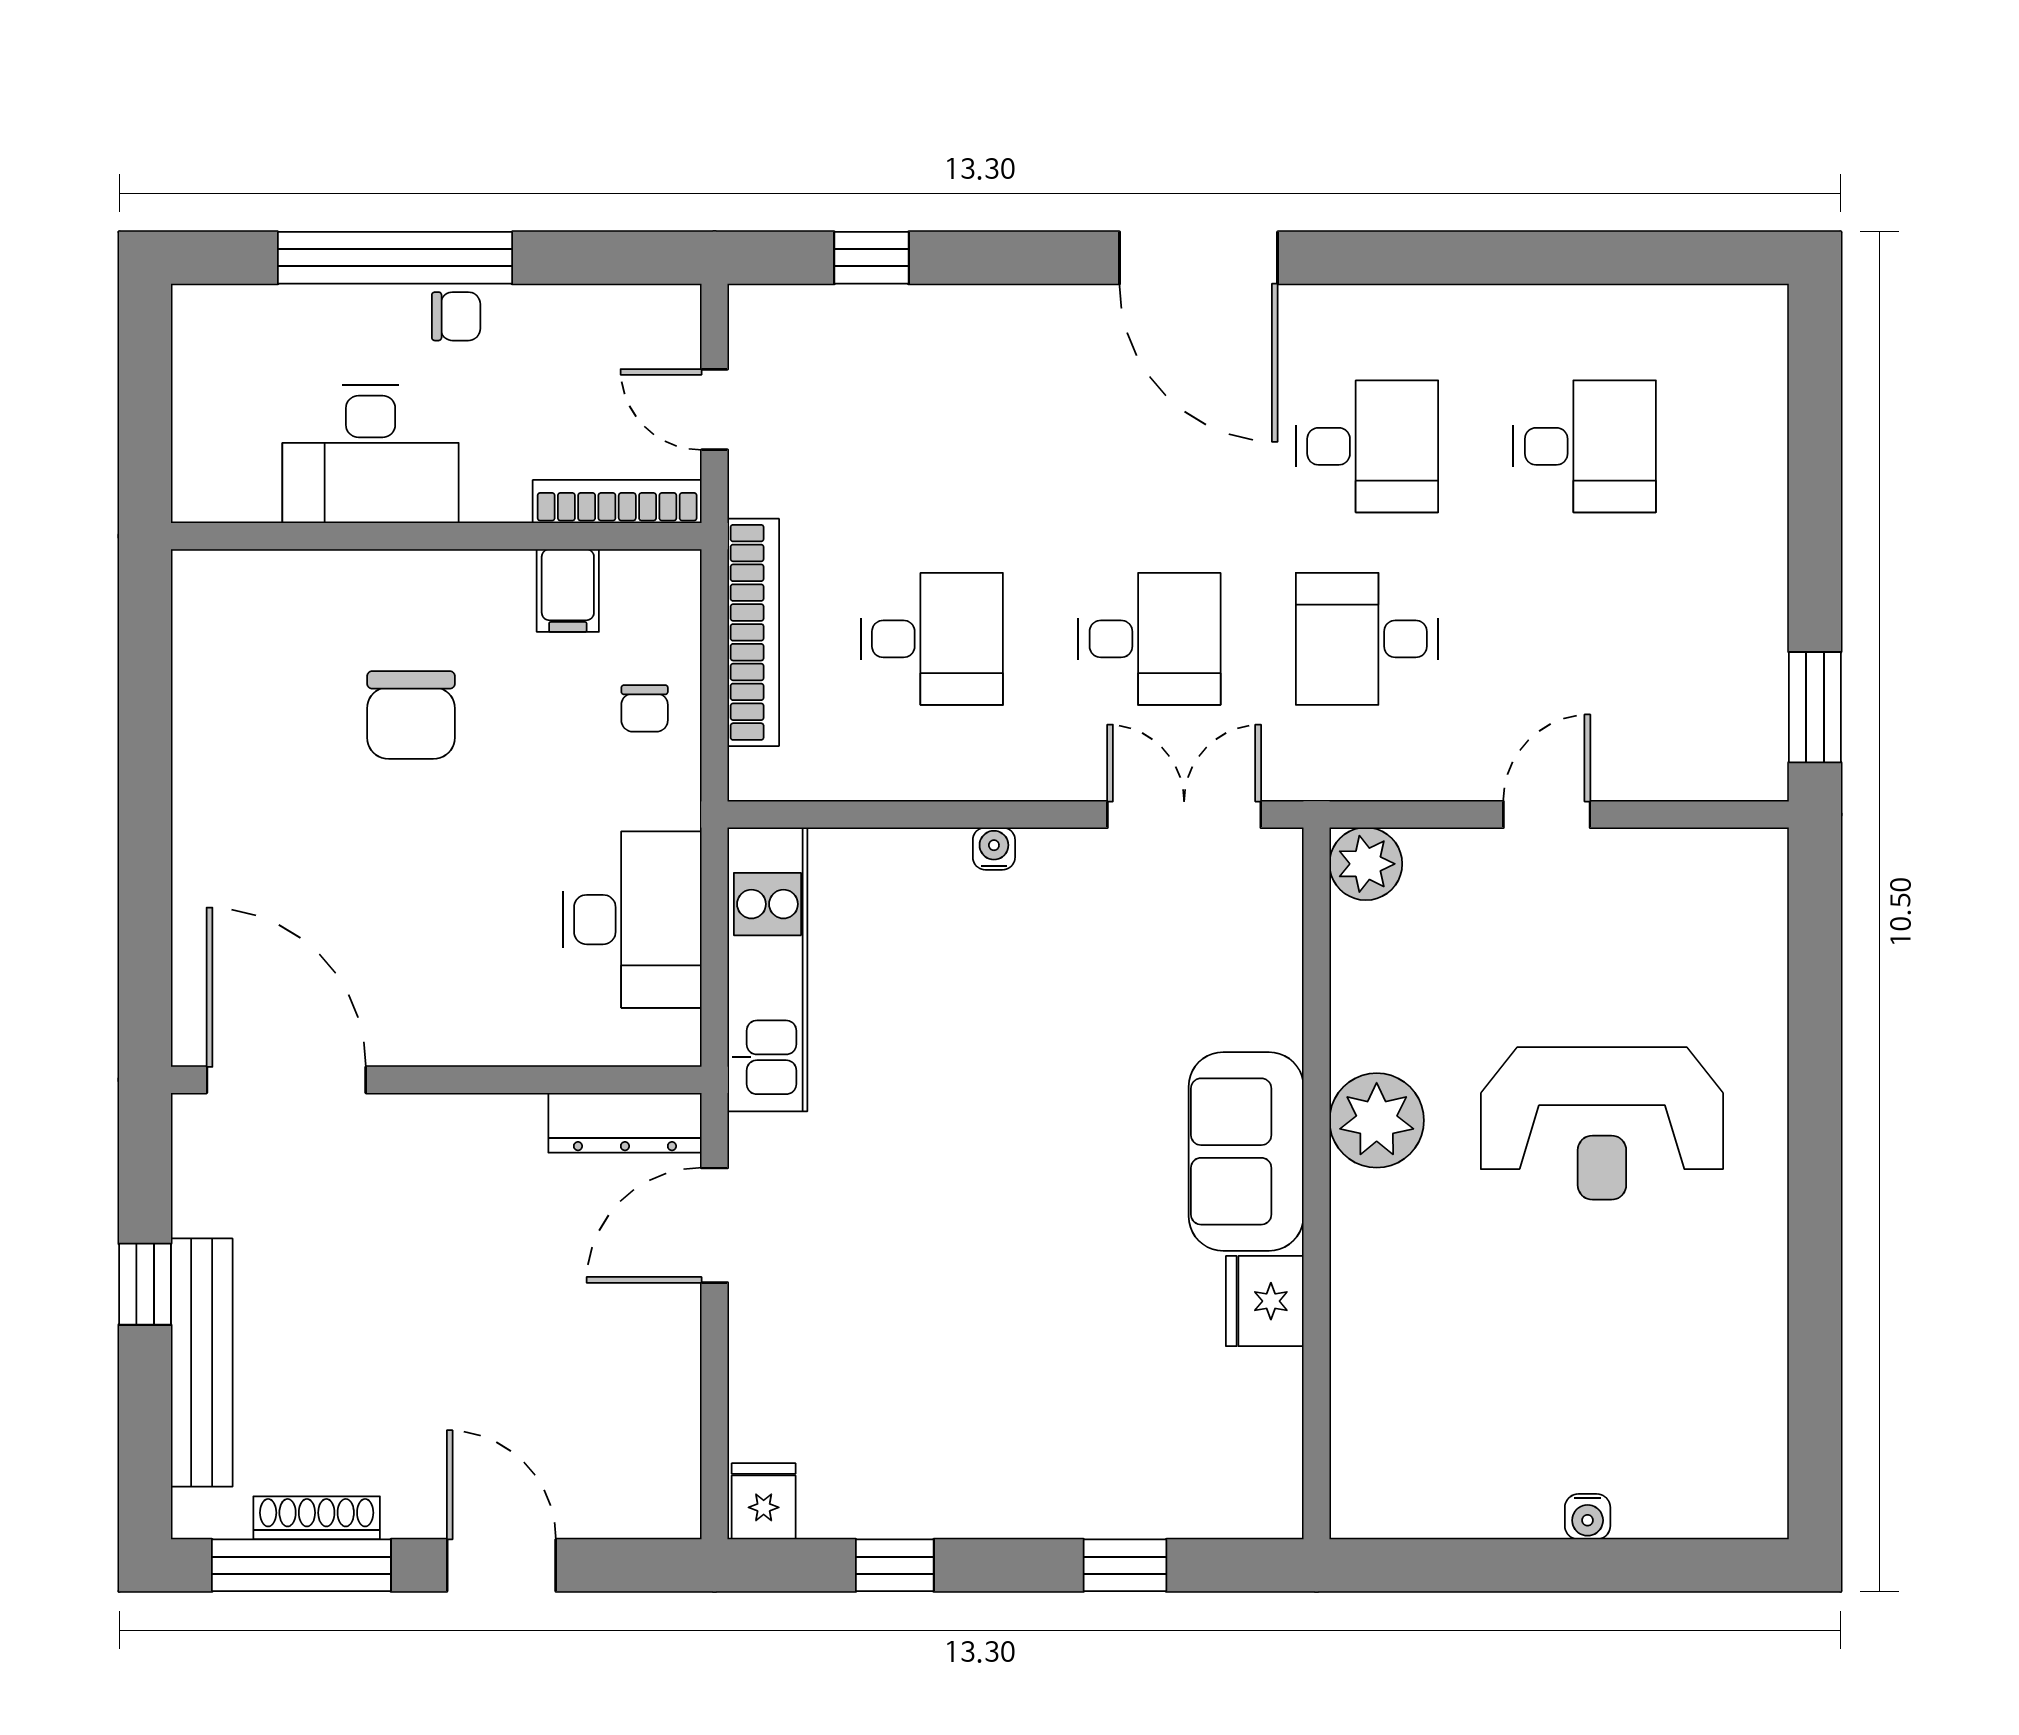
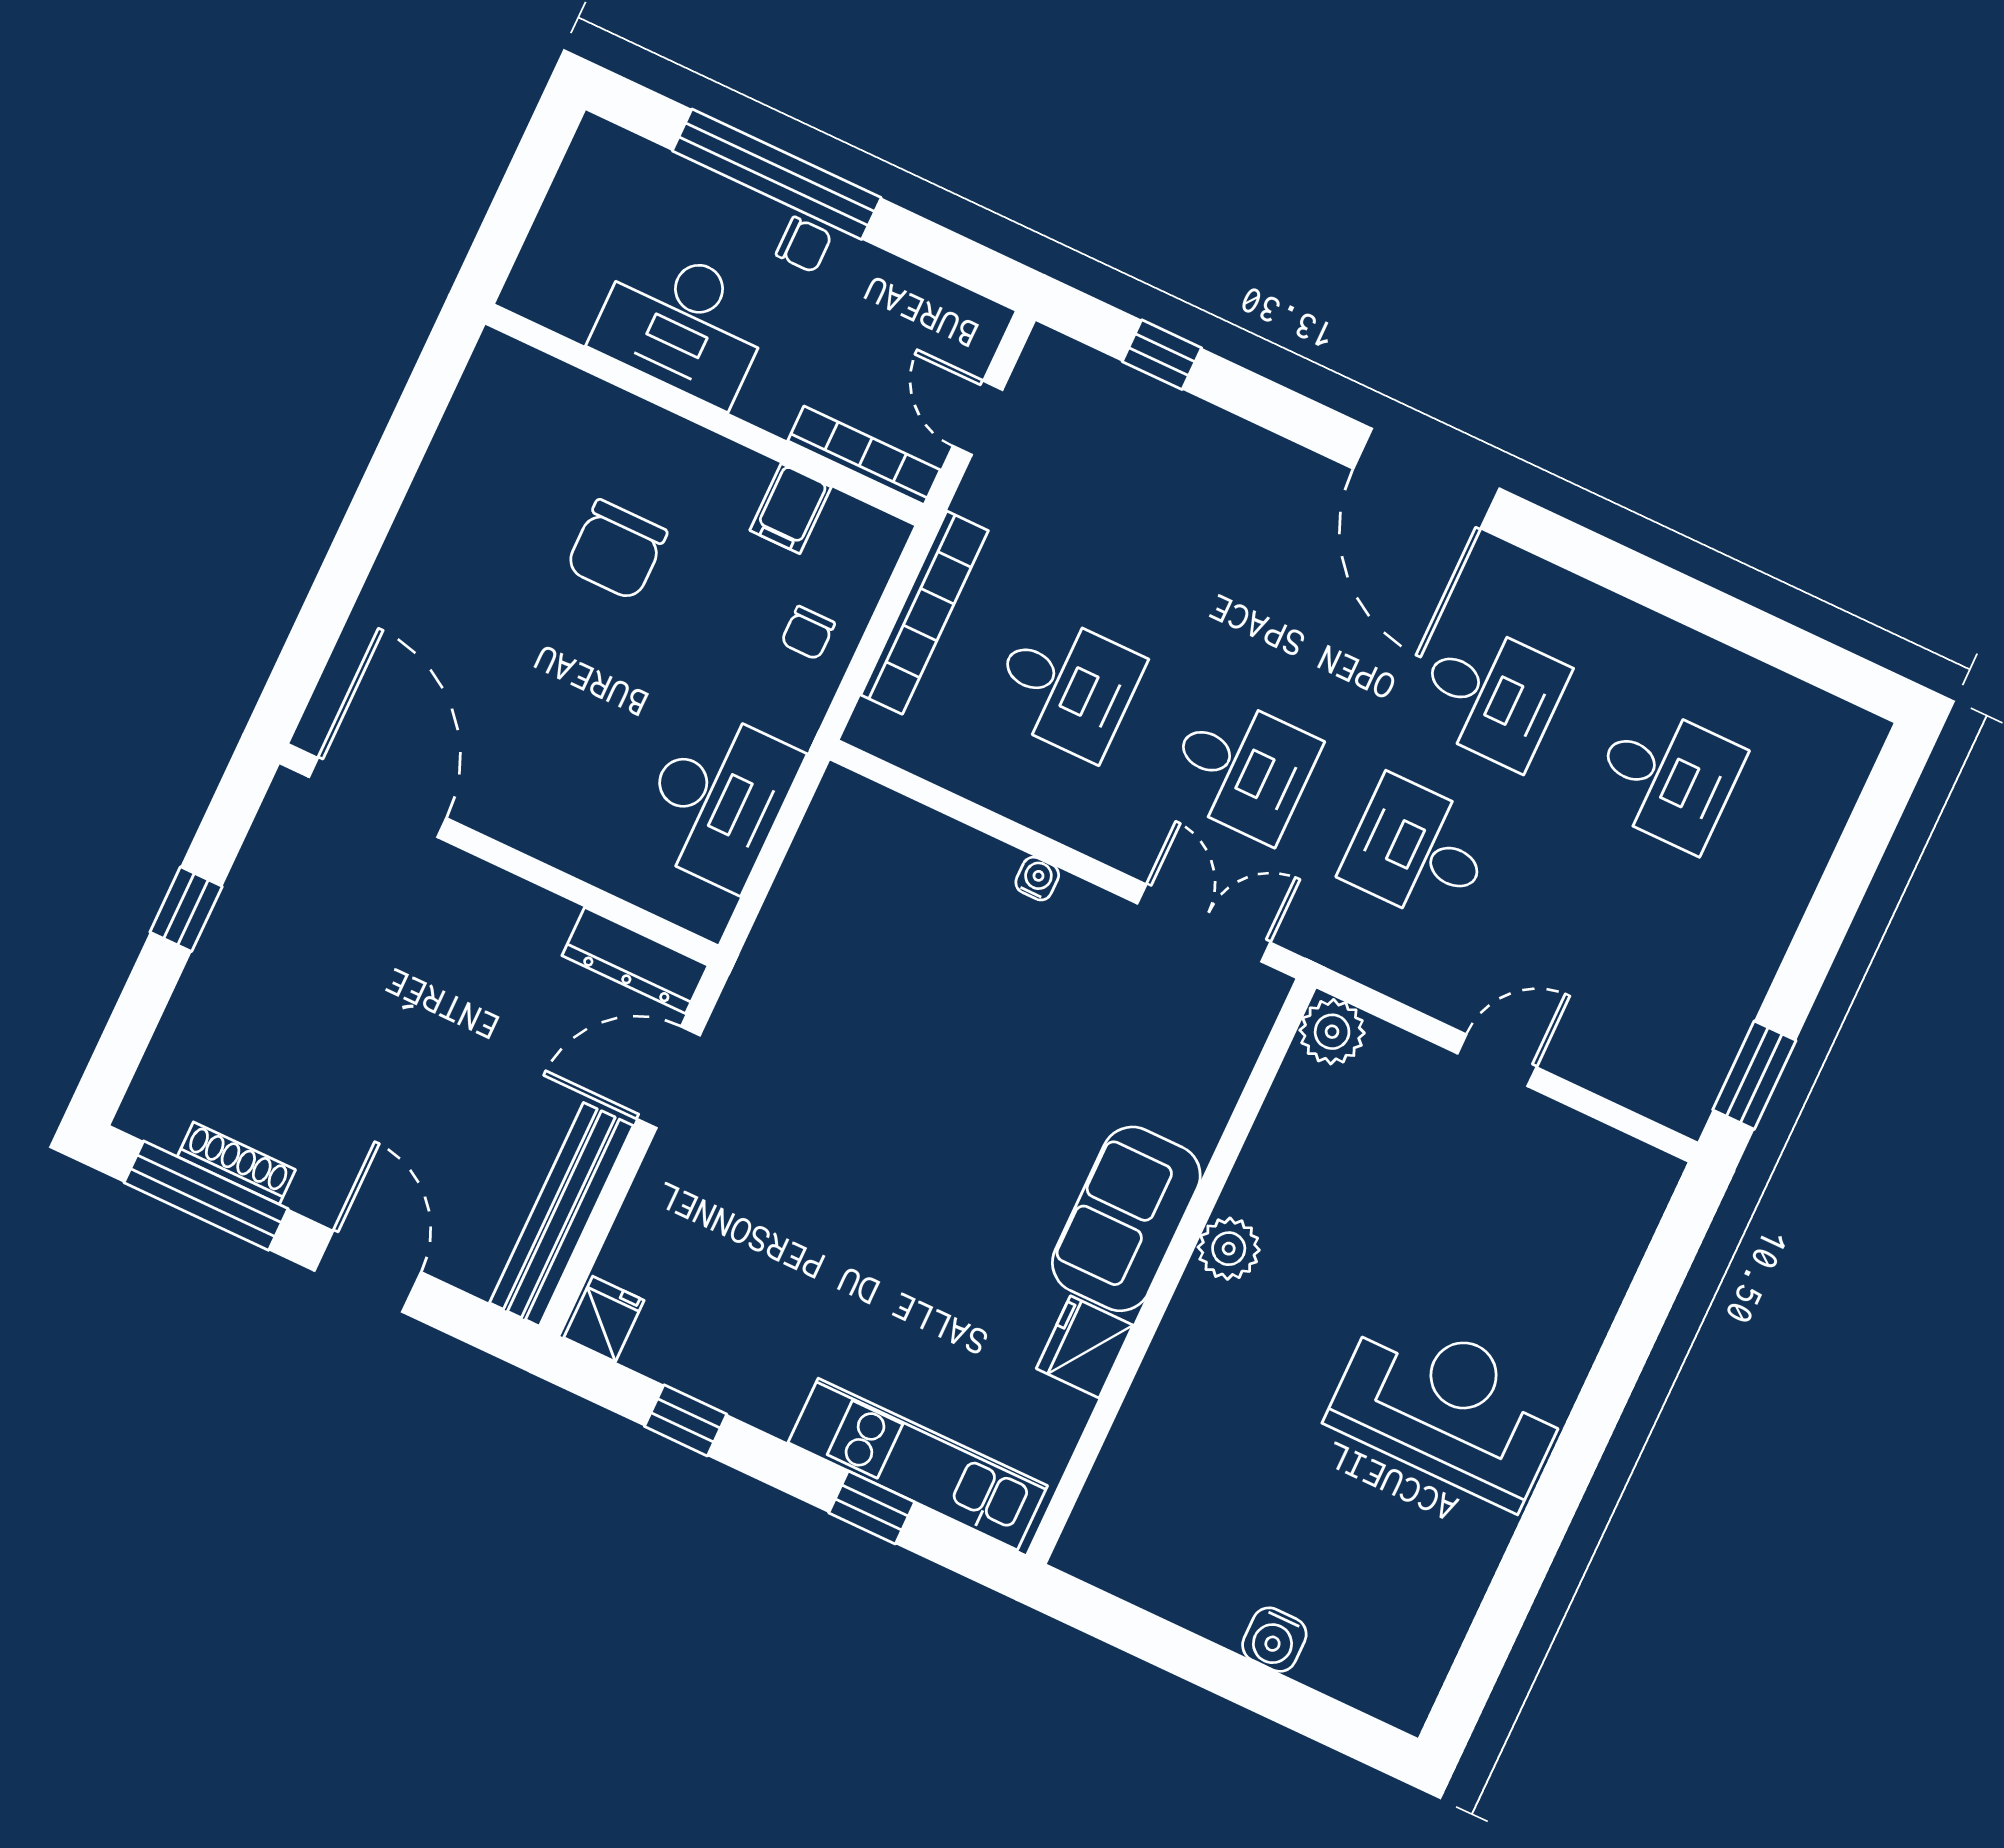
kitchen unit: (767, 969) -> (918, 1464), moved, turned -90
plant: (1377, 1120) -> (1229, 1249), width x0.73, depth x0.73
reception desk: (1602, 1123) -> (1449, 1407), moved, turned 180
bench: (202, 1363) -> (561, 1214), moved
water cooler: (1588, 1517) -> (1274, 1640), width x1.38, depth x1.38

